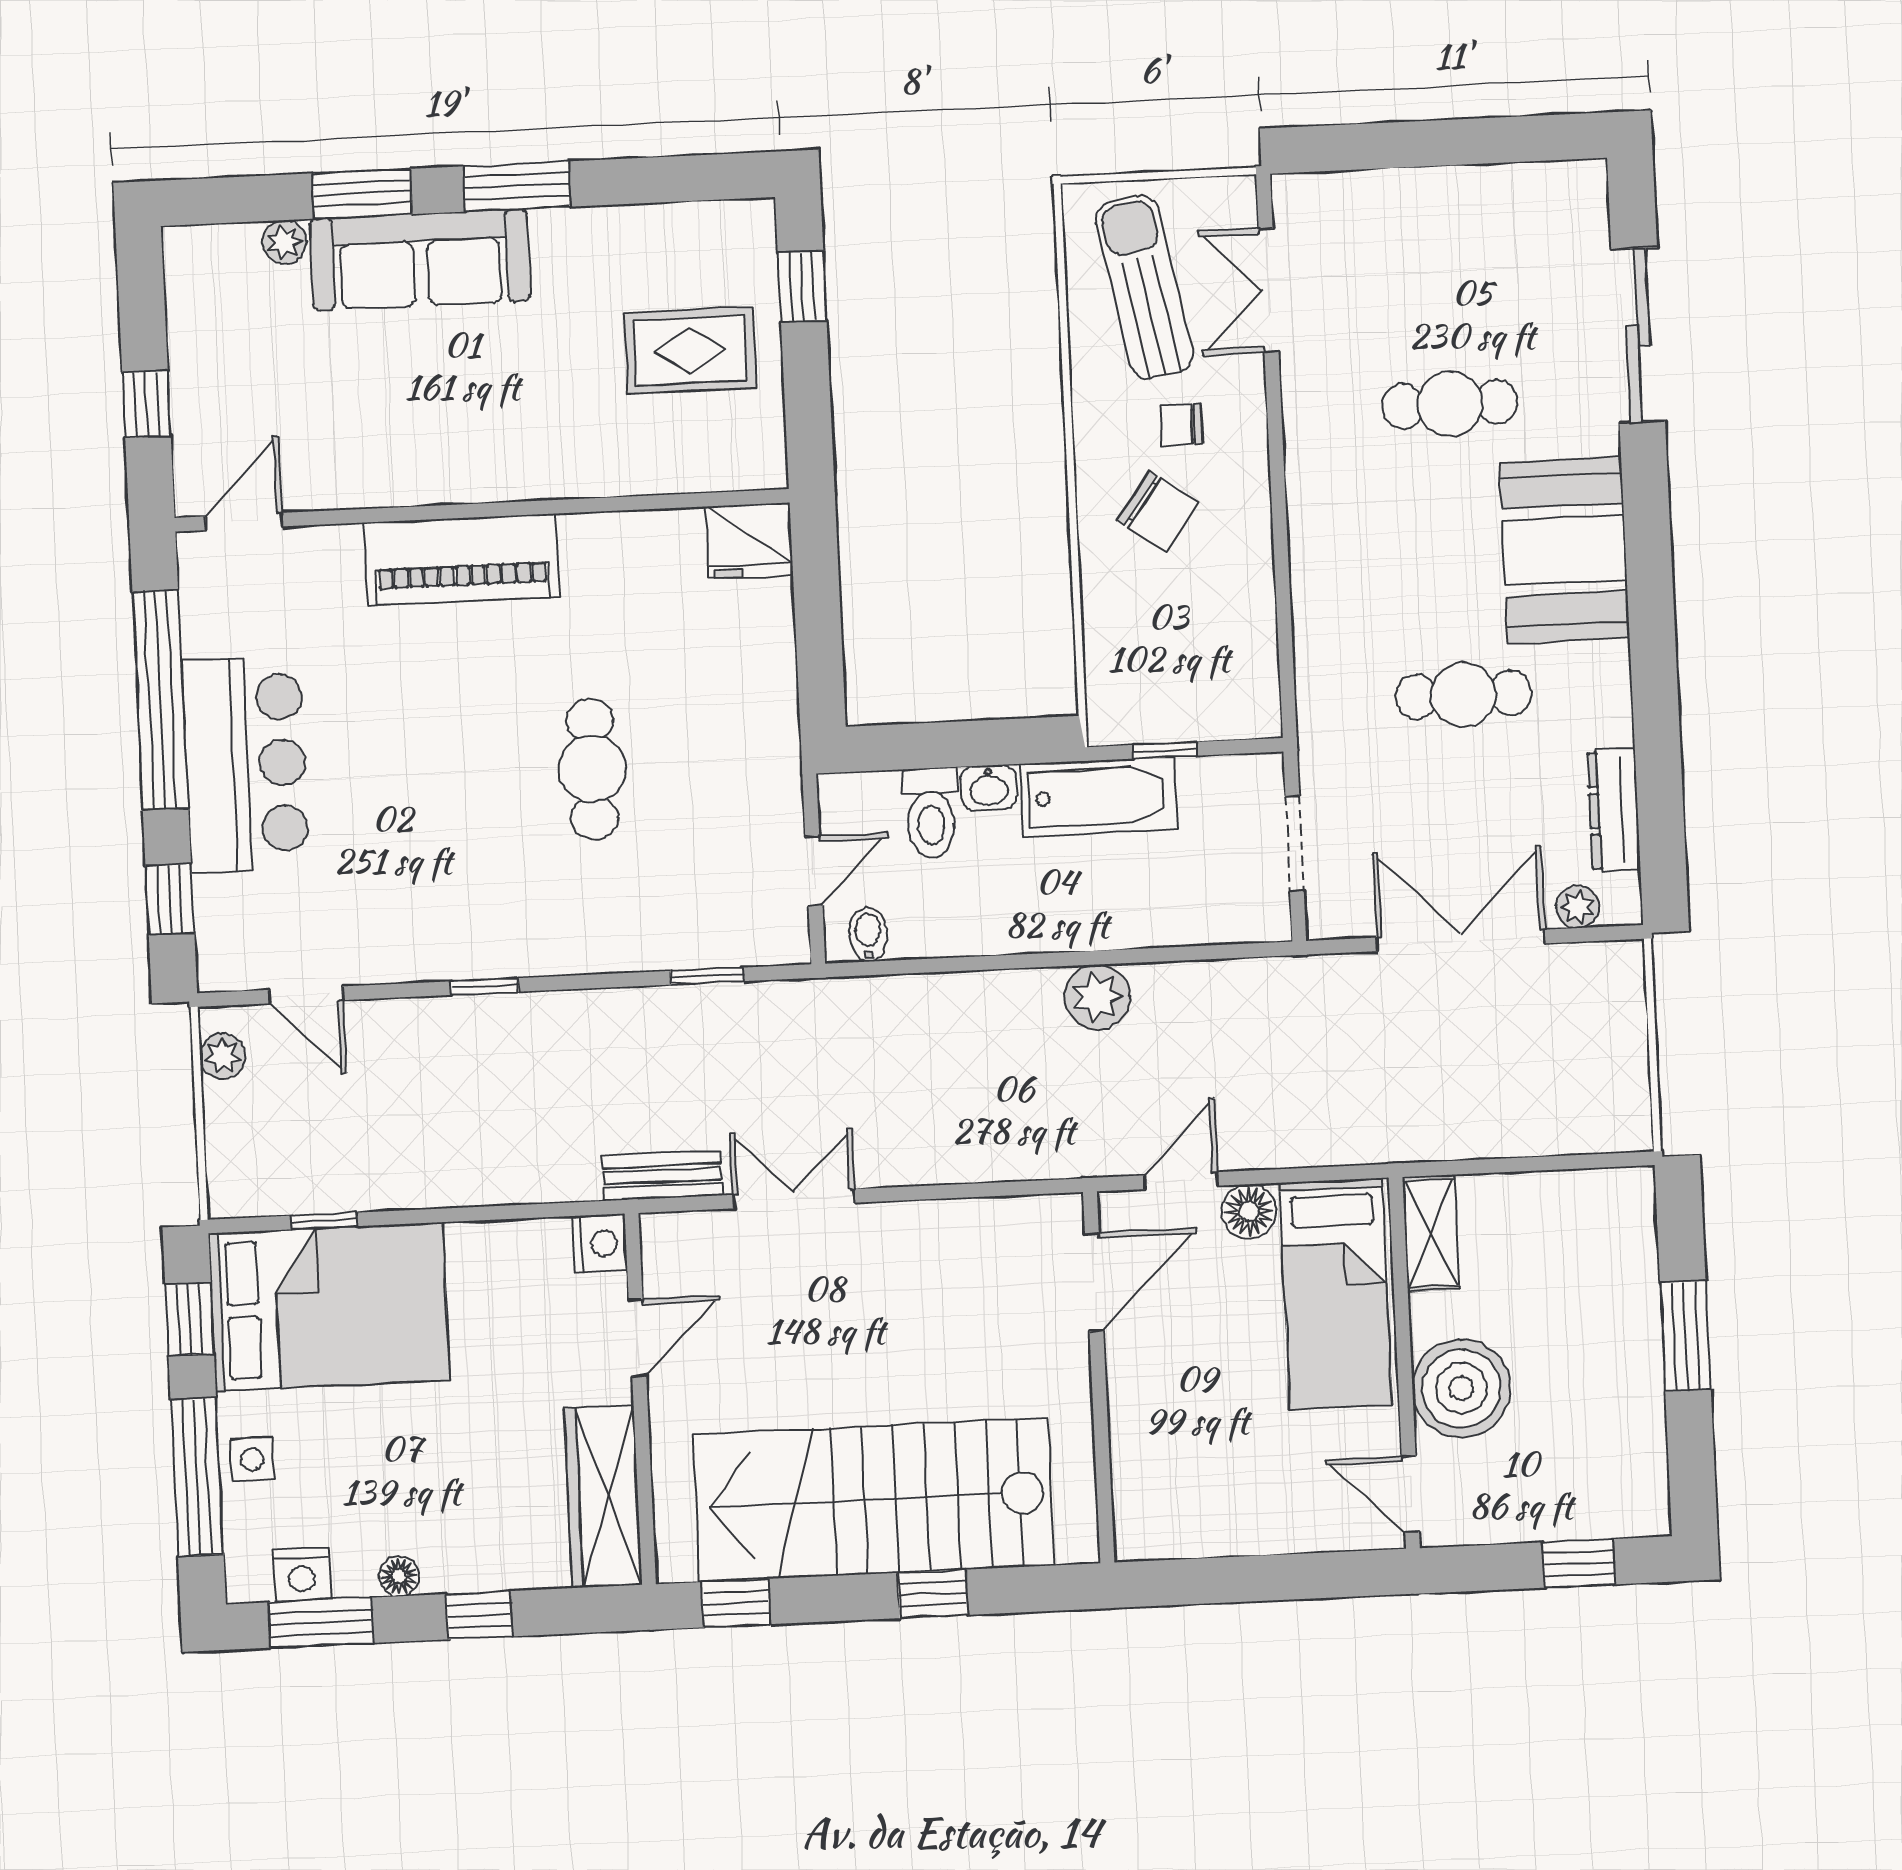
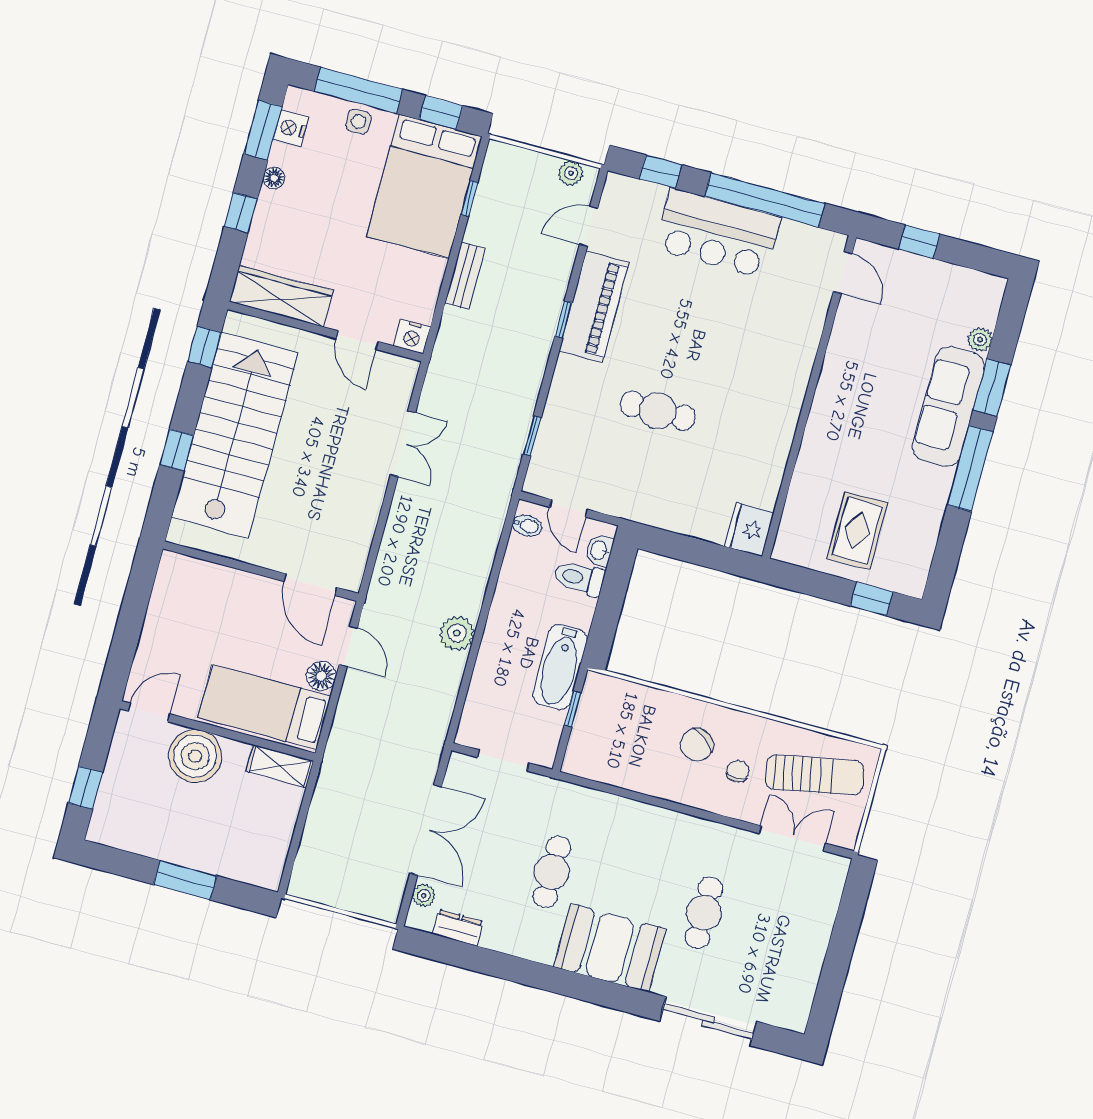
window: (517, 186) -> (970, 468), width x1.44
piano: (462, 560) -> (594, 307), moved, turned 180
washbasin: (989, 788) -> (599, 550), moved
dresser: (1614, 810) -> (458, 928), width x0.70
bench: (662, 1176) -> (465, 275), moved

